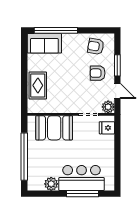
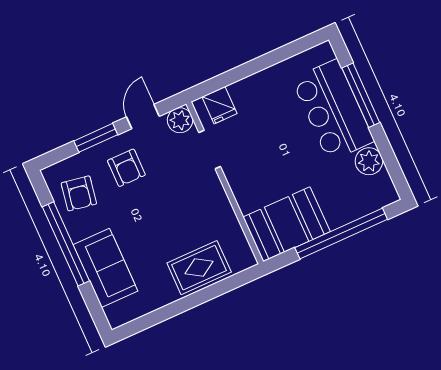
window: (56, 30) -> (66, 244), moved
sofa: (44, 43) -> (105, 268), moved
booth: (54, 128) -> (287, 224), moved, turned 90

